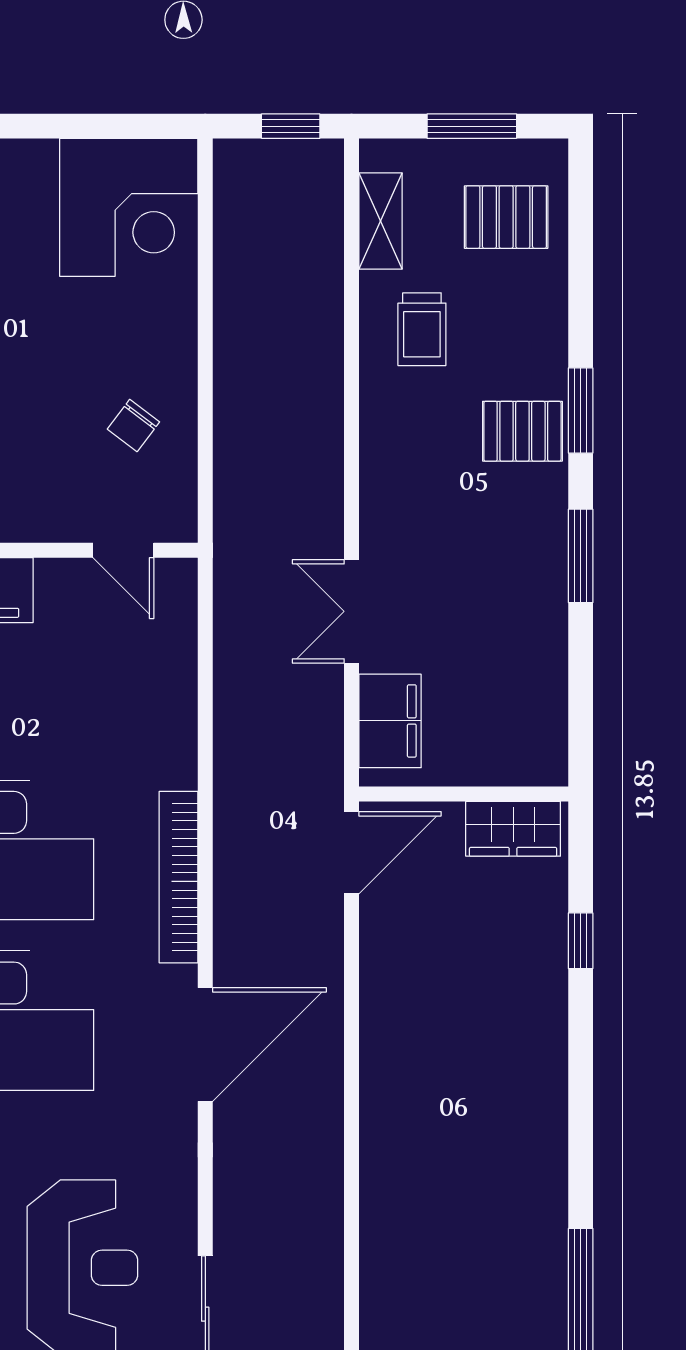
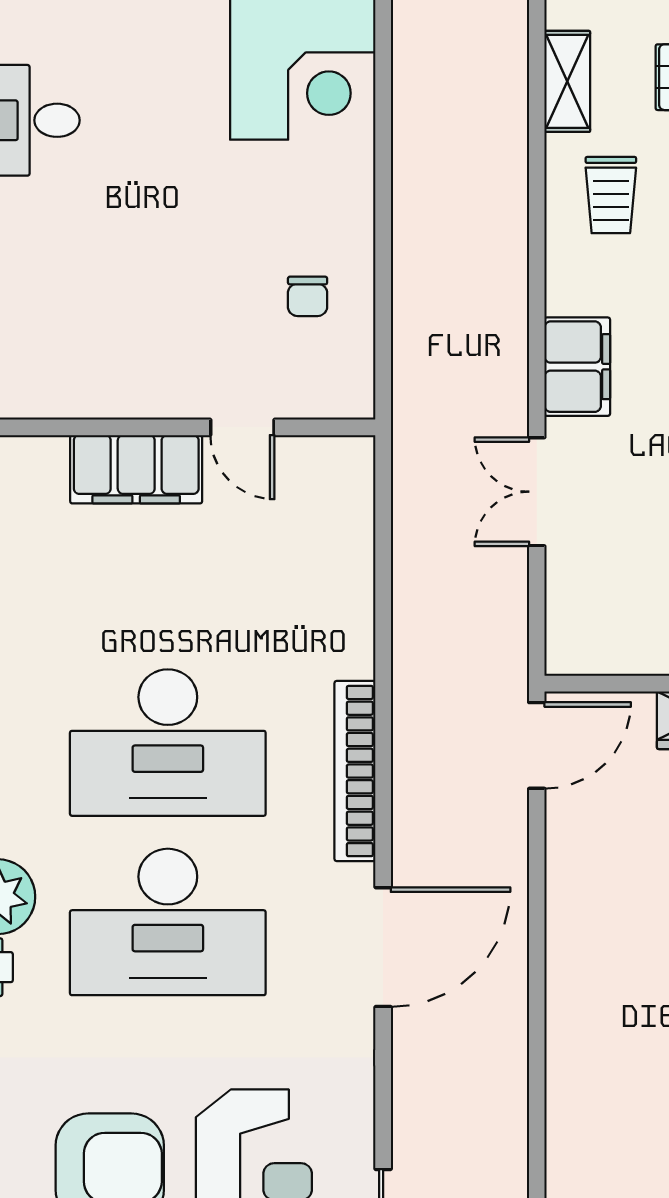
chair: (133, 426) -> (308, 296), turned -37
door: (123, 550) -> (242, 427), moved
filing cabinet: (390, 721) -> (577, 367), moved

